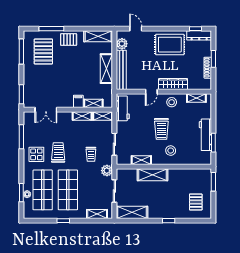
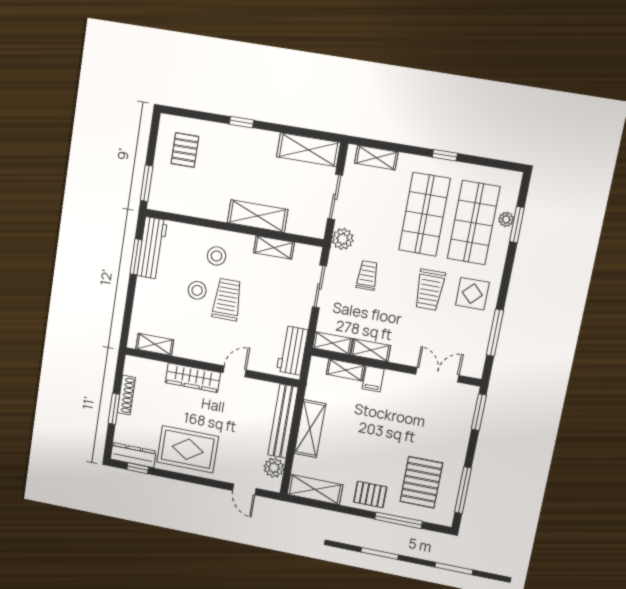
stool: (172, 102) -> (197, 290), moved
workbench: (205, 135) -> (152, 248), moved

